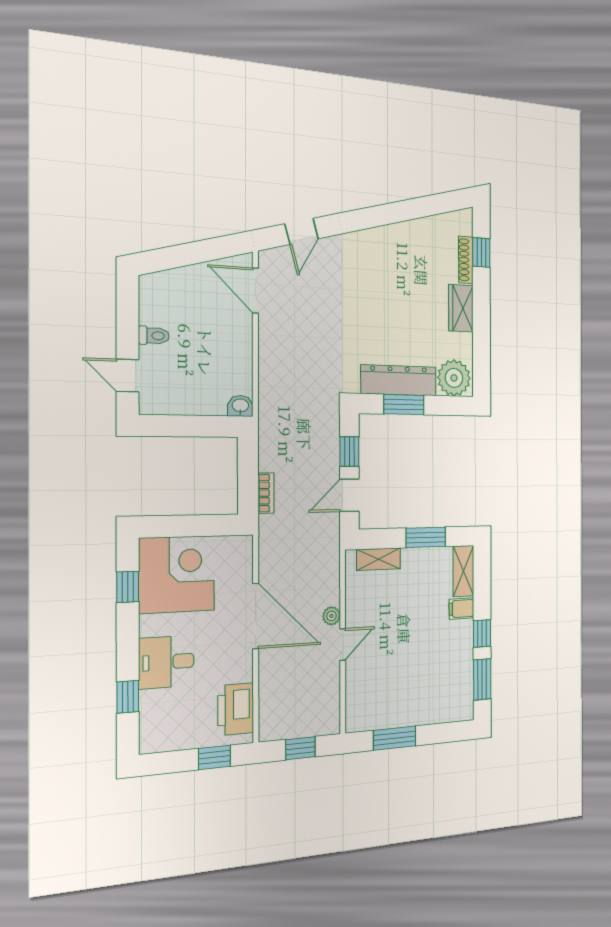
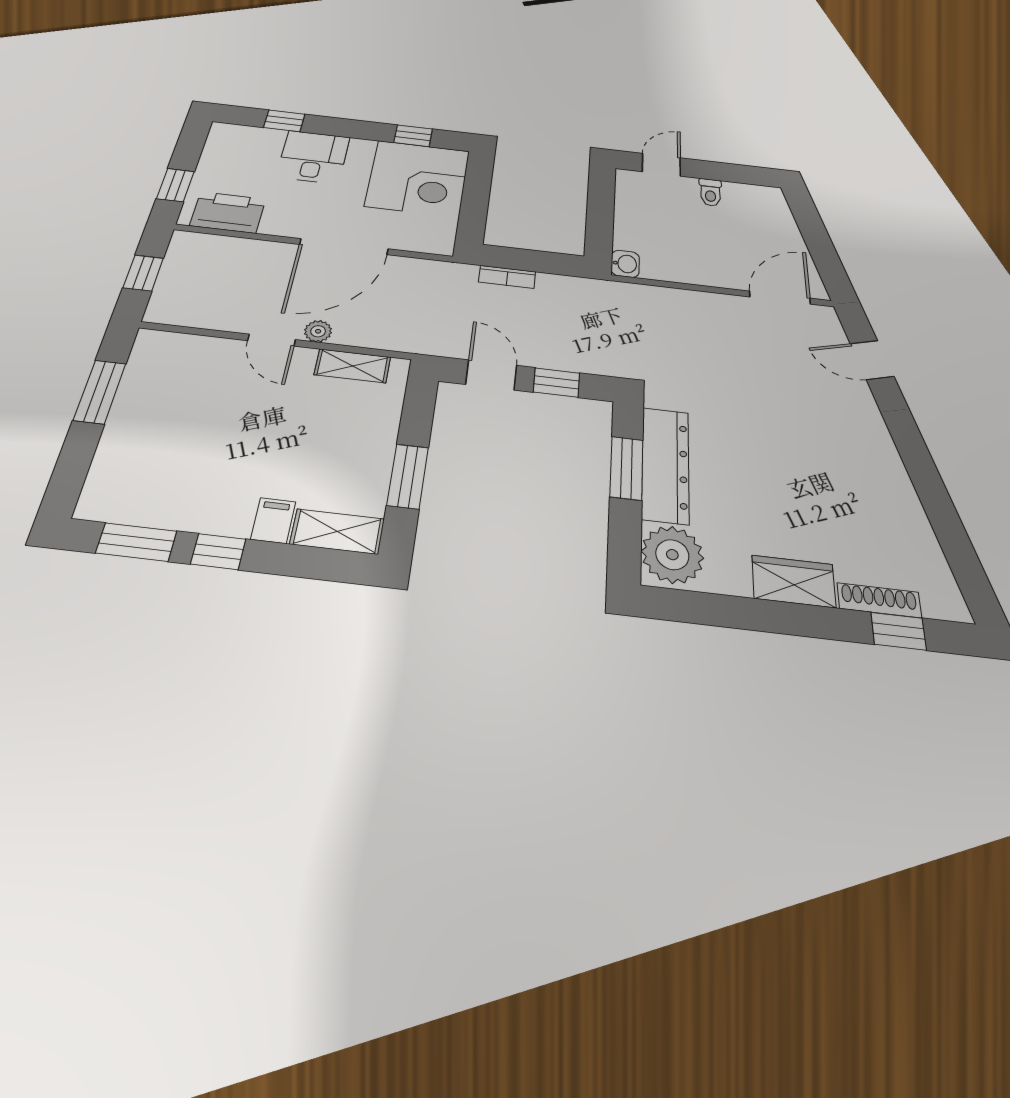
shelving: (379, 559) -> (352, 366), moved, turned 90

